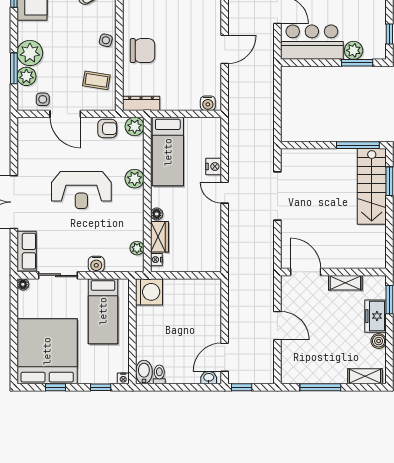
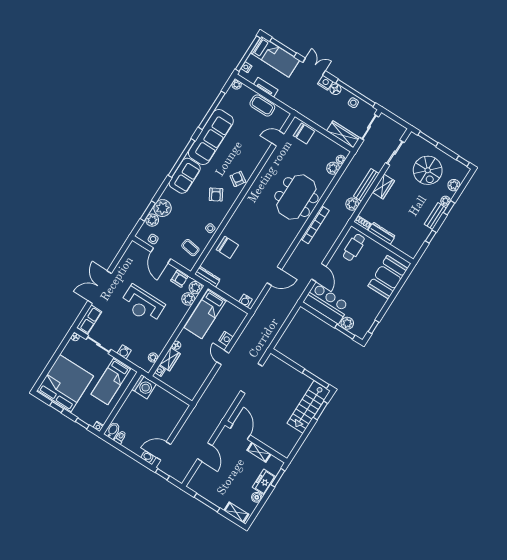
plant: (135, 179) -> (188, 299), moved

